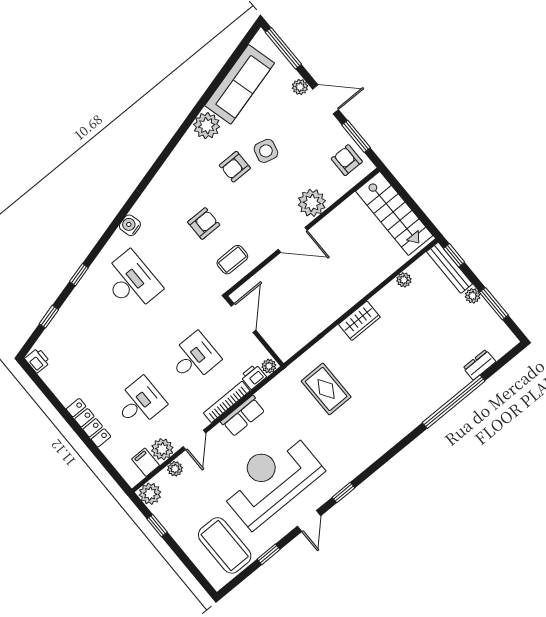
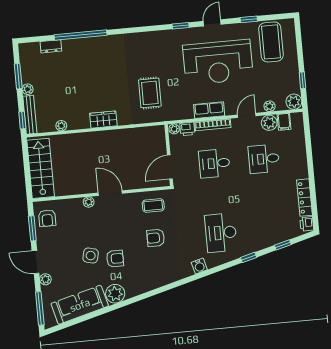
plant: (312, 203) -> (89, 202), width x0.53, depth x0.53
locker: (89, 423) -> (304, 198), moved

